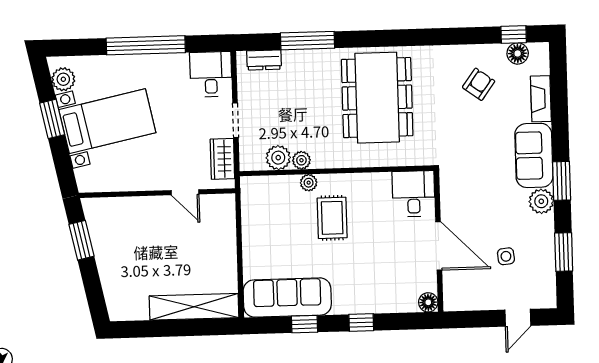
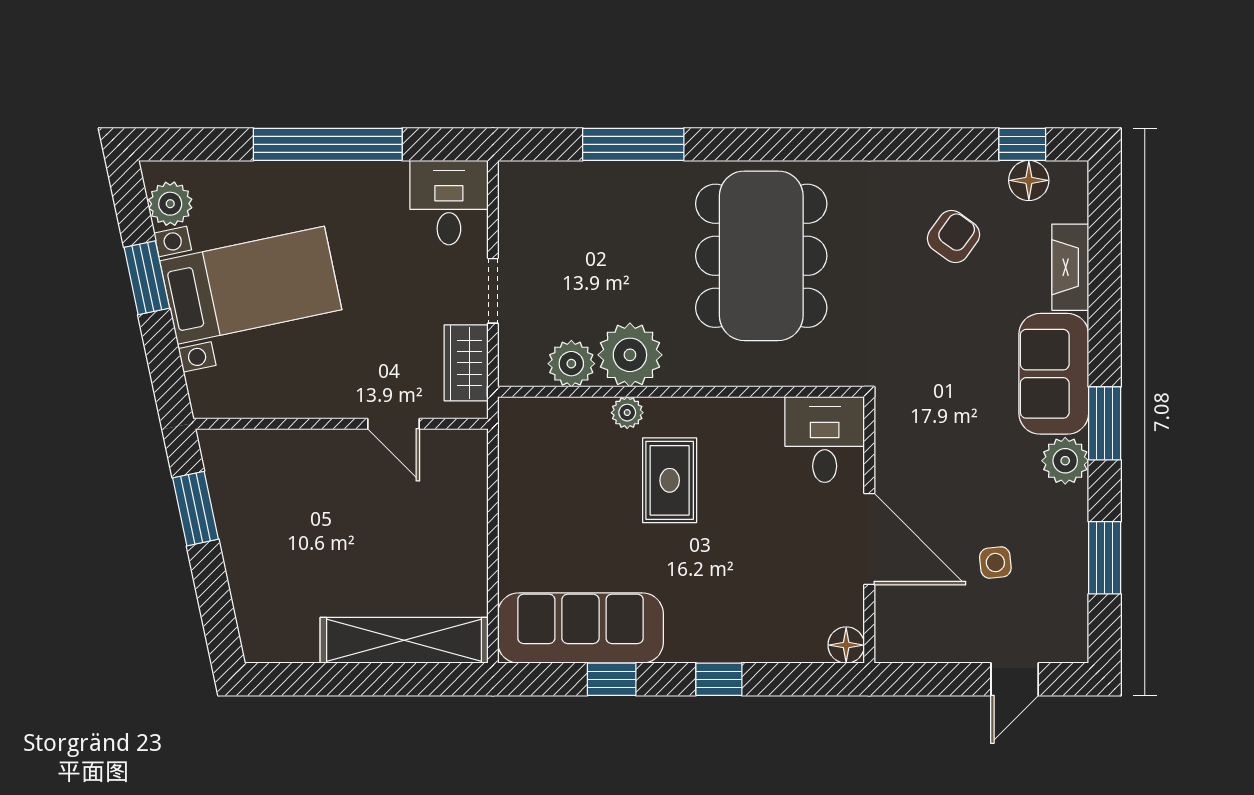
dresser: (264, 60) -> (550, 179), removed
plant: (301, 160) -> (630, 355), width x1.87, depth x1.87

